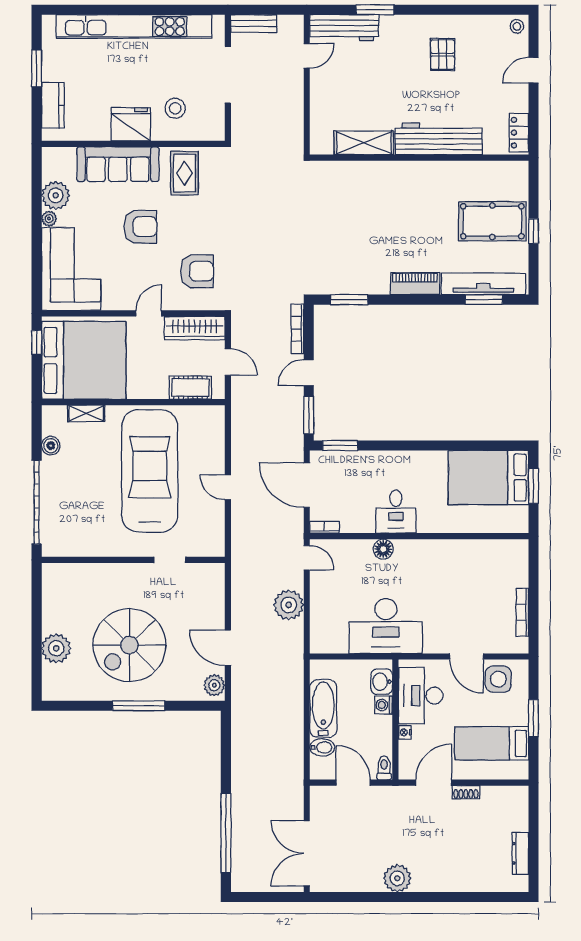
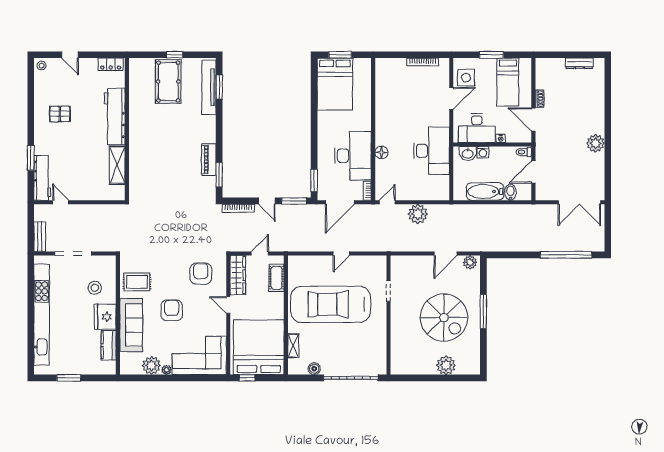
kitchen counter: (53, 105) -> (109, 345), moved, turned -90
piano: (415, 284) -> (209, 160), moved
desk: (396, 512) -> (353, 156), width x1.87, depth x1.30

